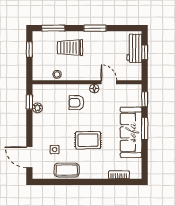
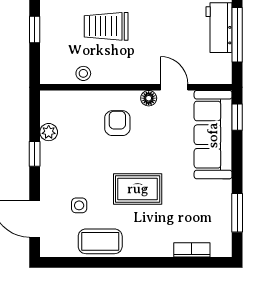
window: (145, 52) -> (237, 35), width x2.17
window: (29, 102) -> (35, 154), moved
armchair: (76, 103) -> (117, 123), turned 90
window: (145, 129) -> (237, 213), moved
sofa: (131, 132) -> (213, 135), moved

